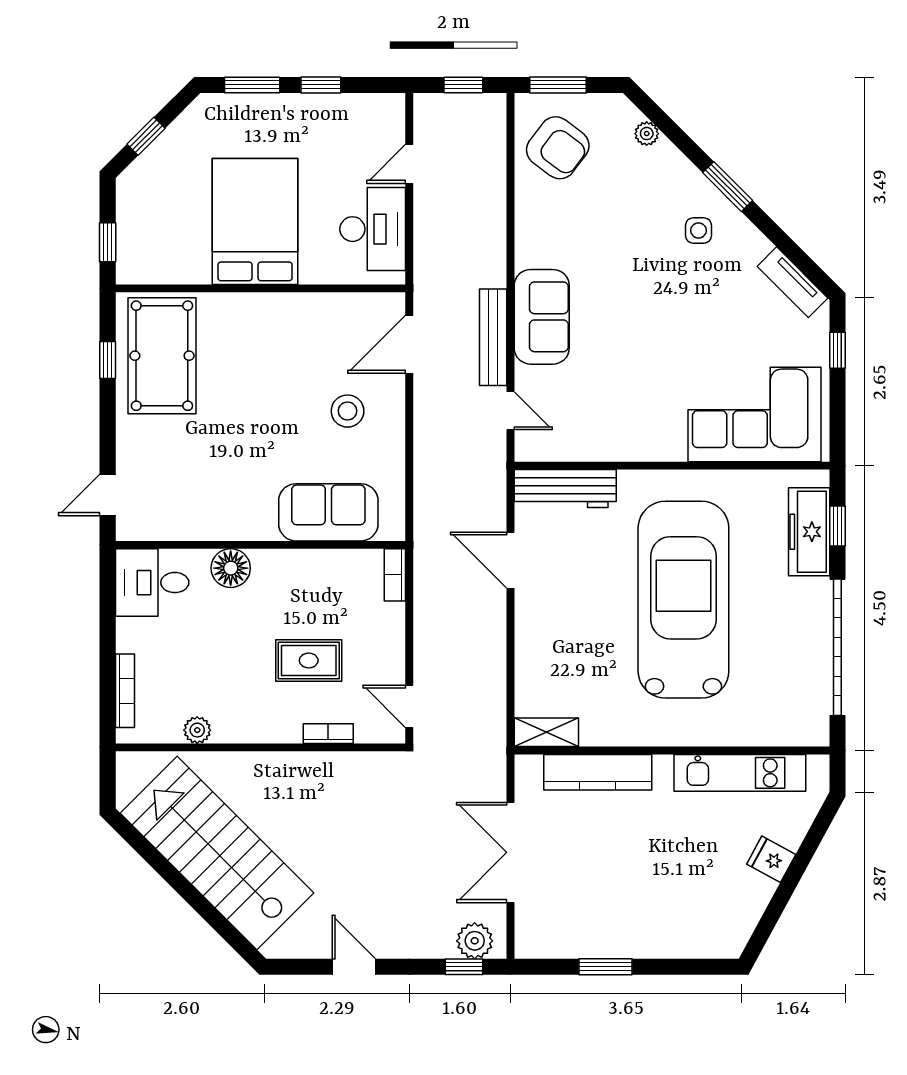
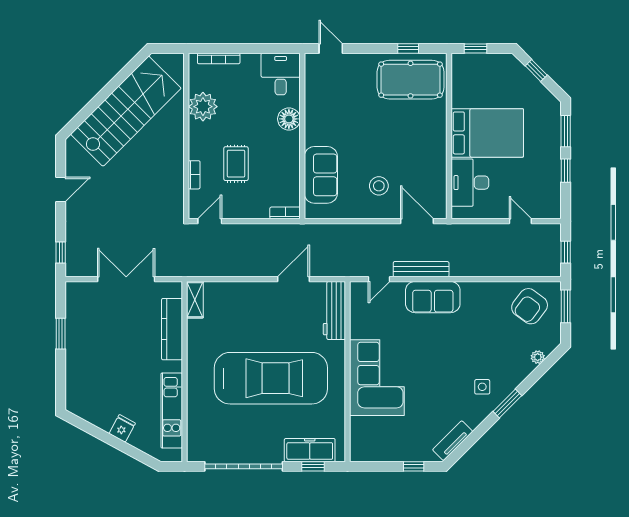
desk: (373, 229) -> (470, 183), moved, turned 90
corner sofa: (755, 414) -> (377, 378), moved
plant: (197, 730) -> (203, 107), width x1.88, depth x1.88
plant: (475, 941) -> (76, 259), removed

